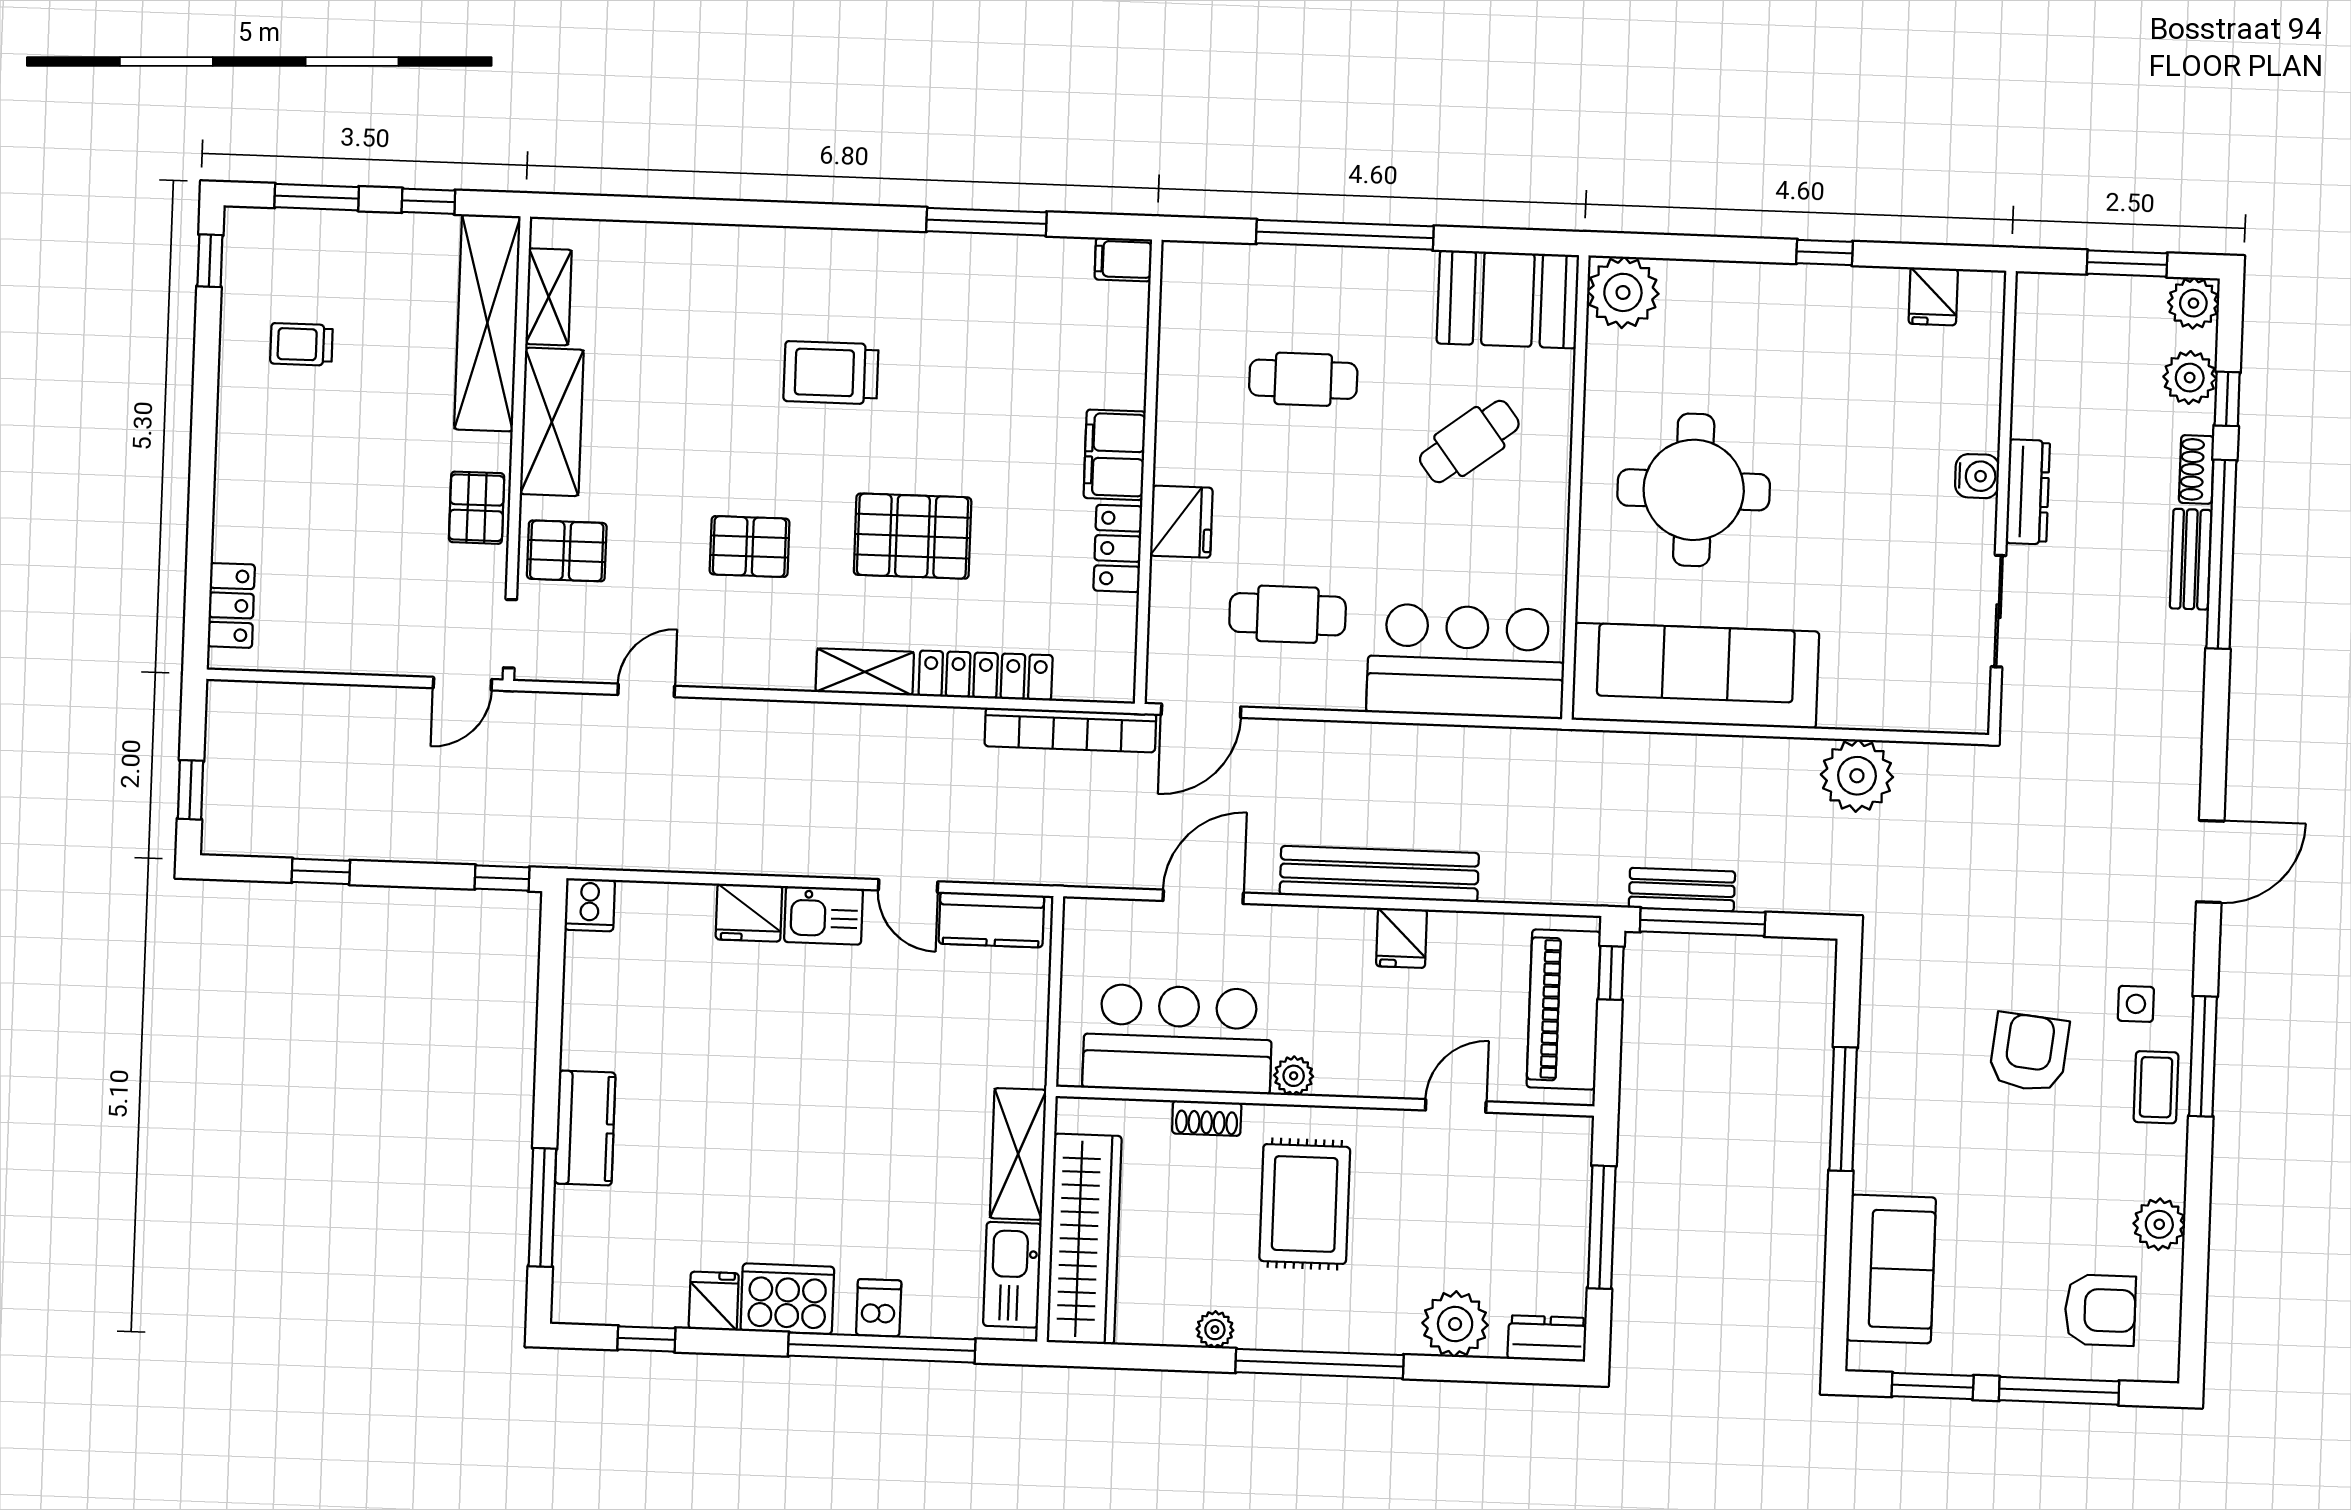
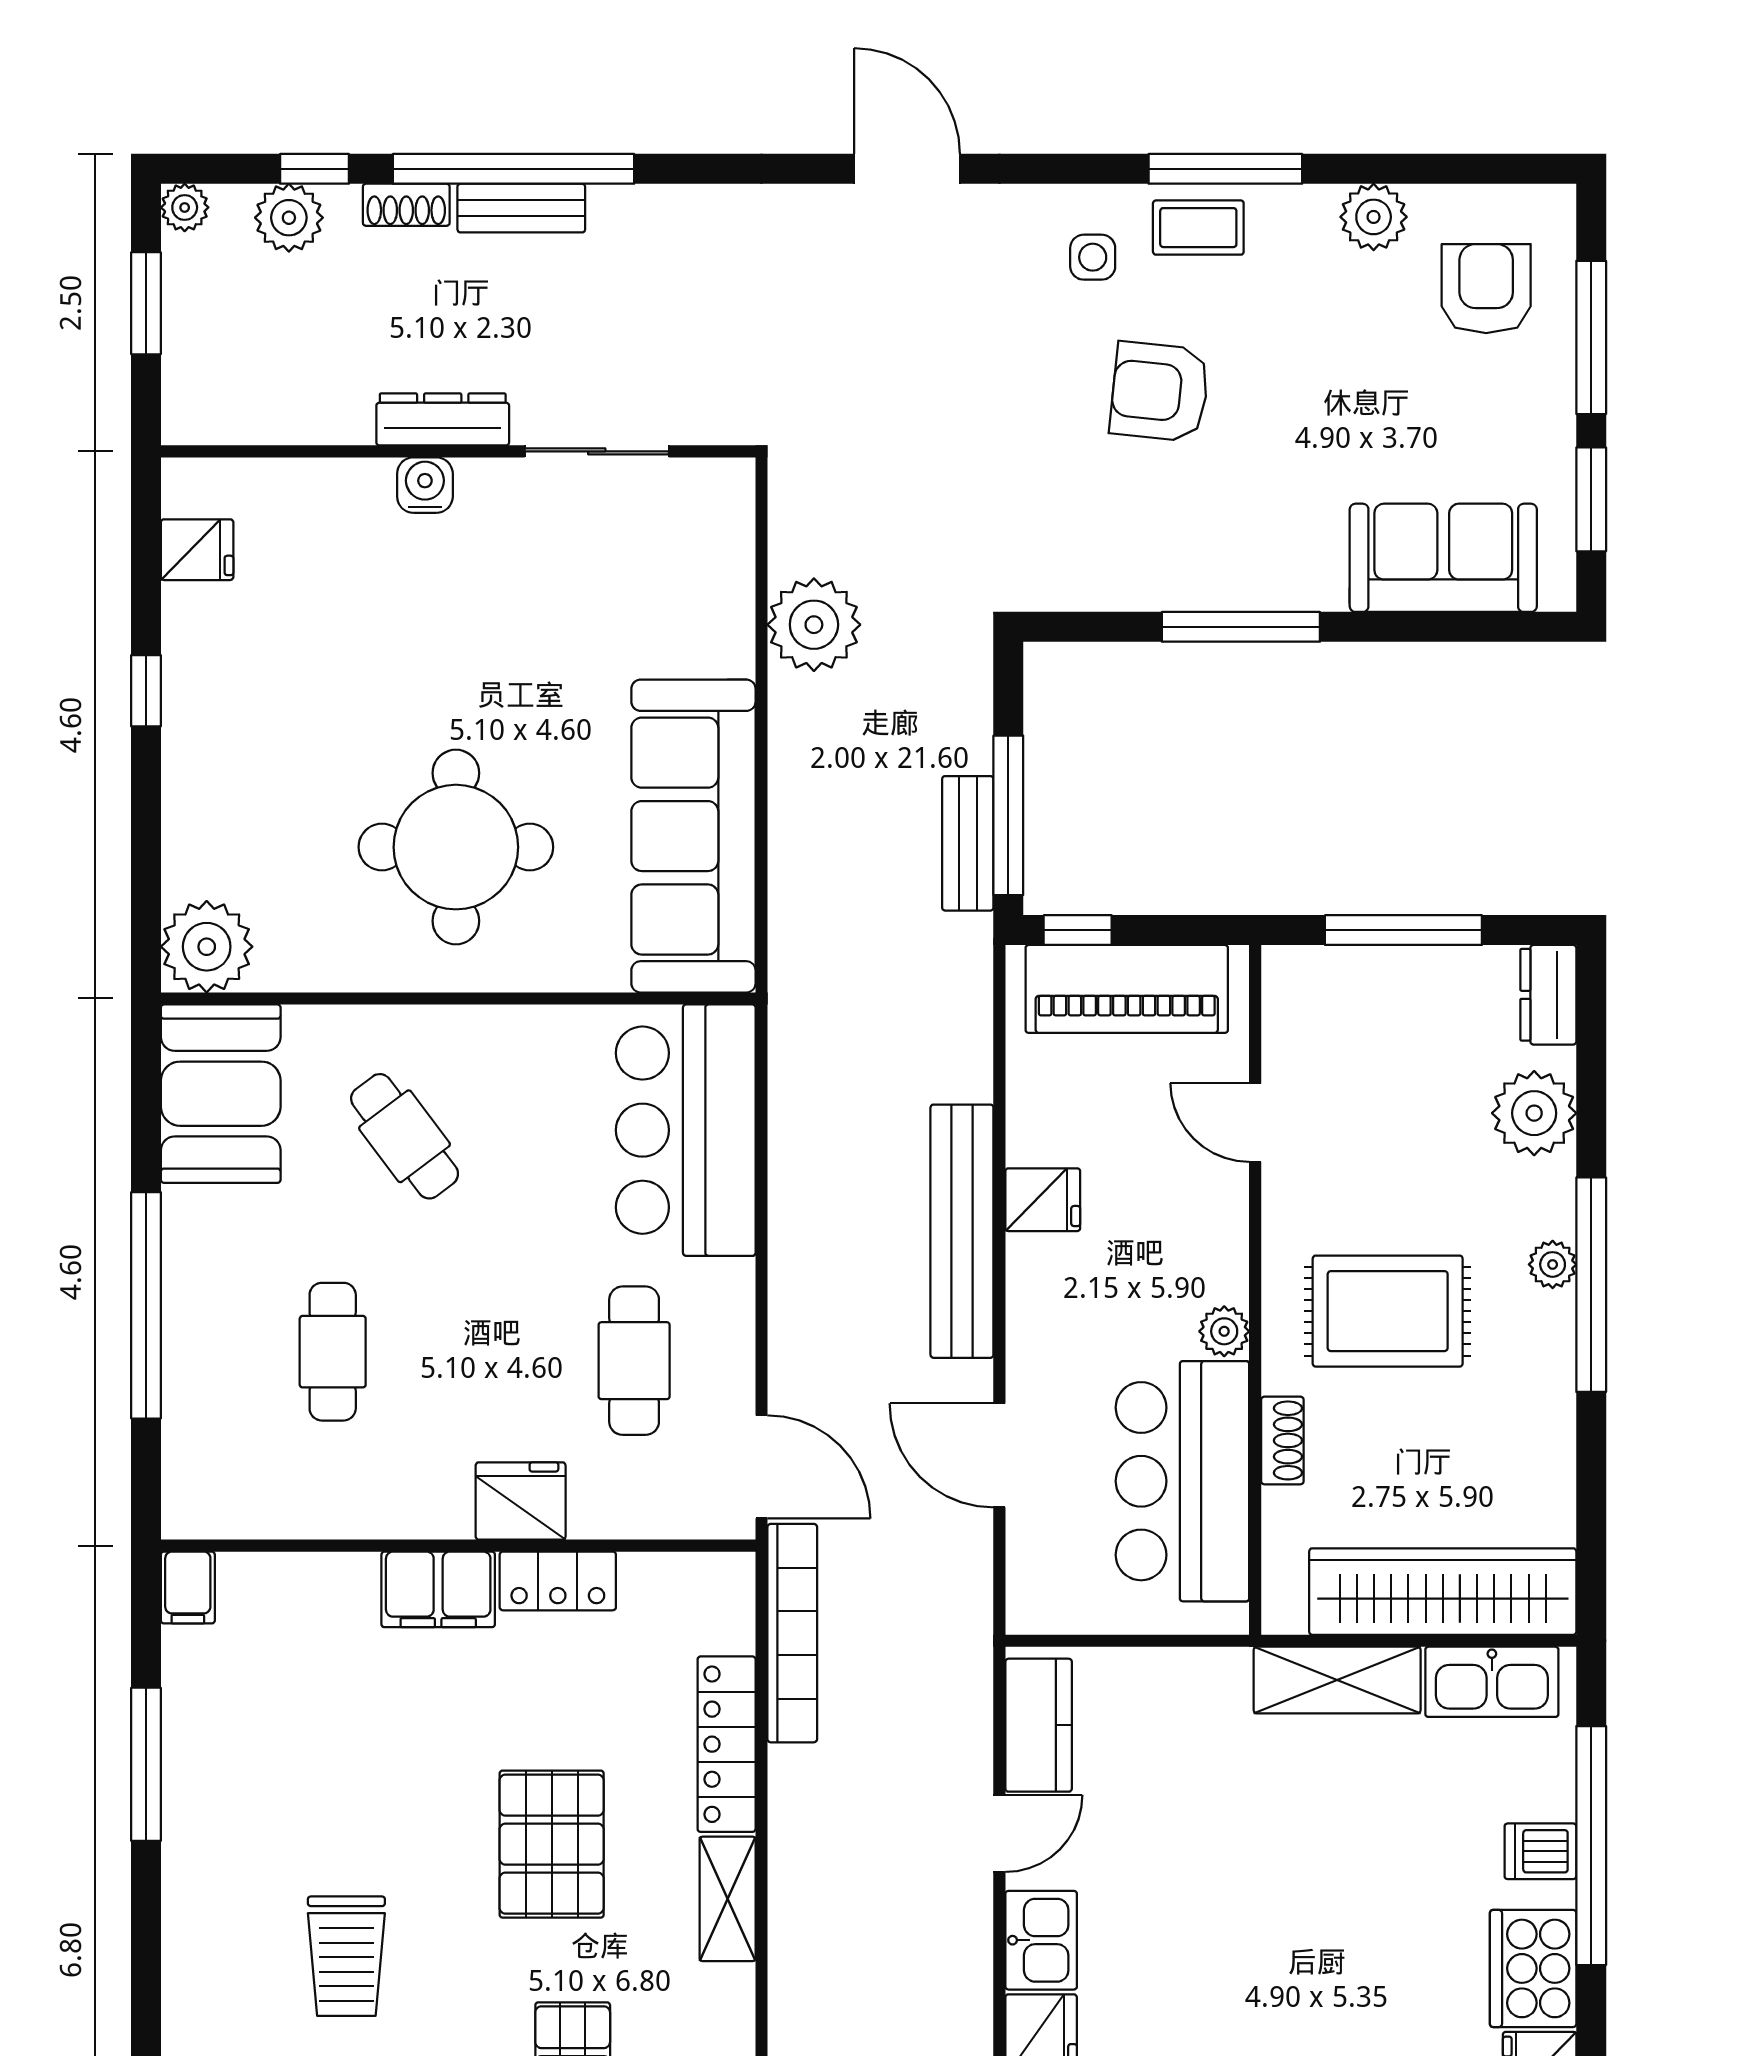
plant: (2193, 303) -> (185, 207), width x0.73, depth x0.73
window: (2203, 1056) -> (1225, 169), moved
plant: (1215, 1330) -> (1553, 1264), moved

